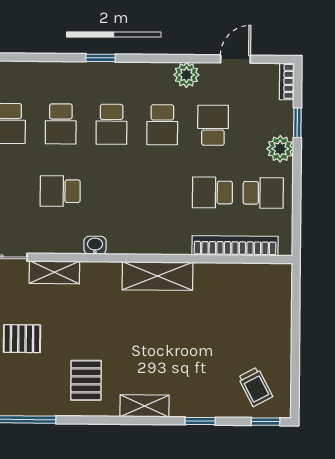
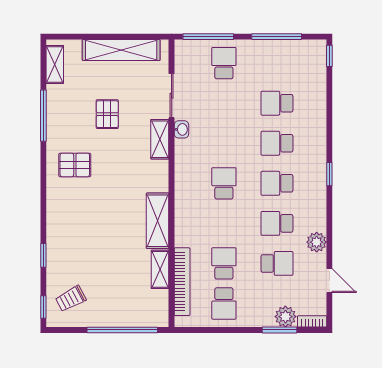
window: (297, 123) -> (280, 330), width x1.50
plant: (280, 149) -> (285, 317), moved
school desk: (60, 191) -> (224, 183), moved
washbasin: (95, 245) -> (181, 129), moved
window: (296, 322) -> (122, 330), added
shelving: (144, 406) -> (160, 269), moved

